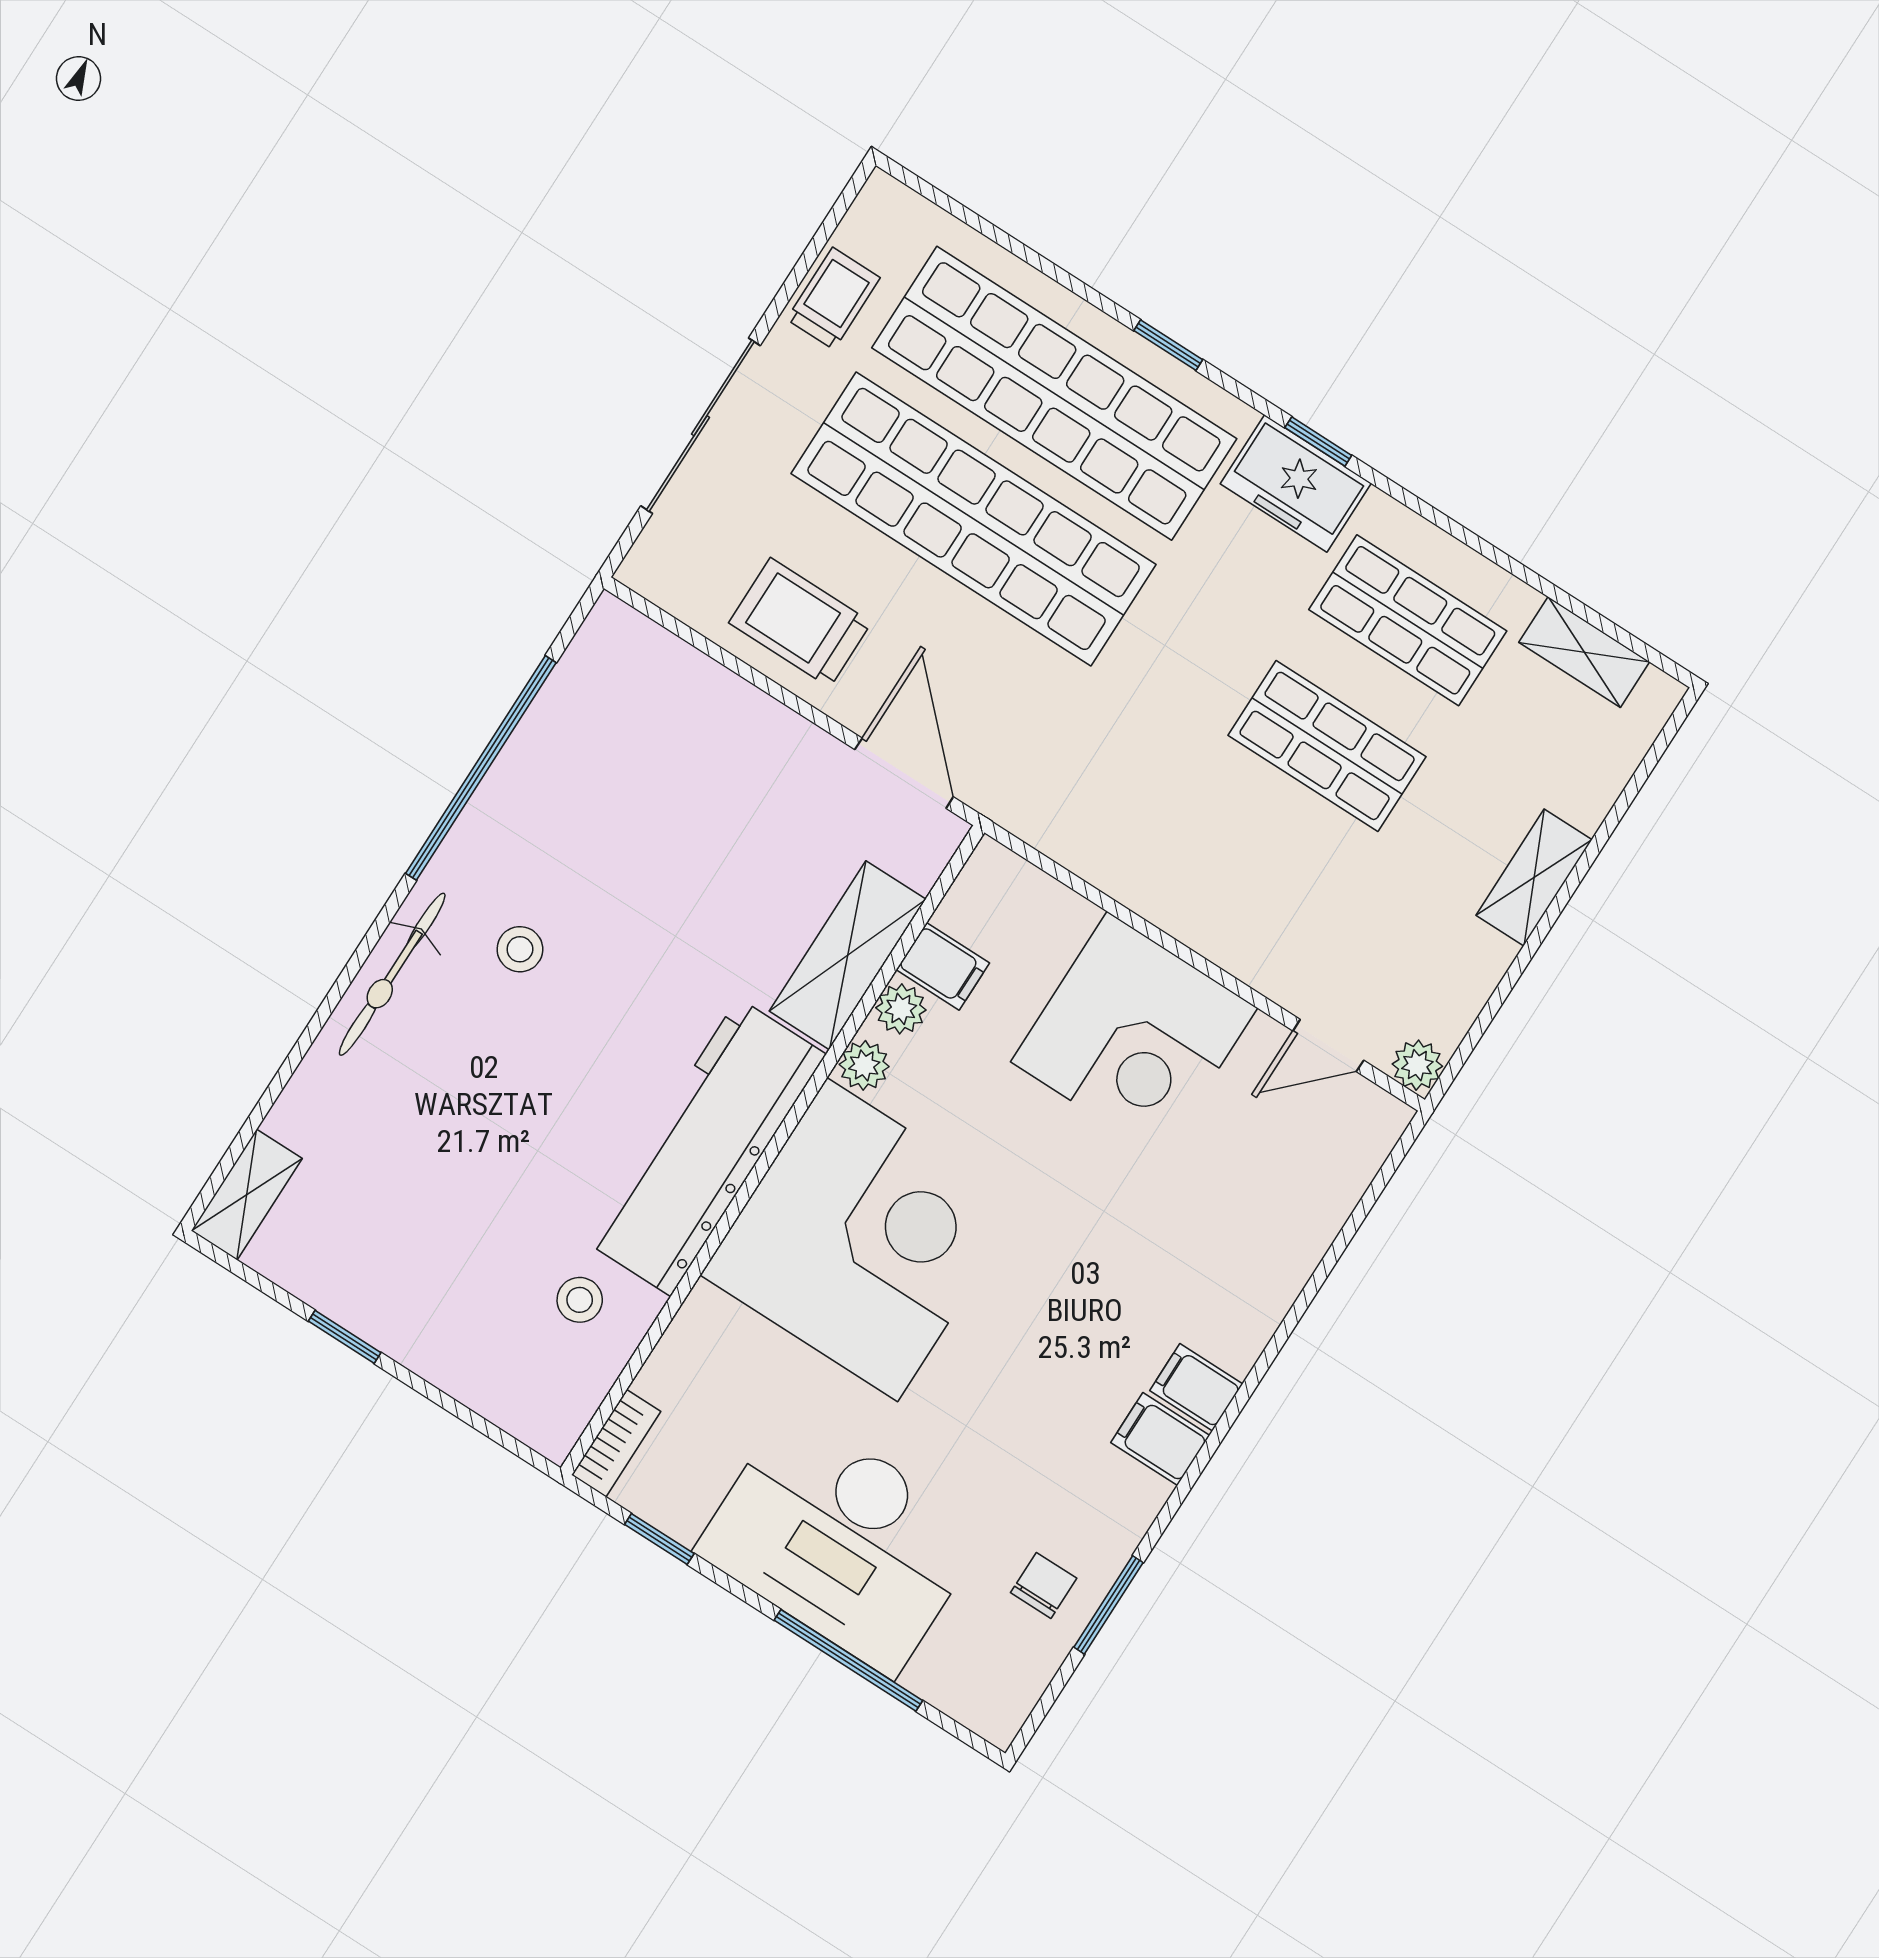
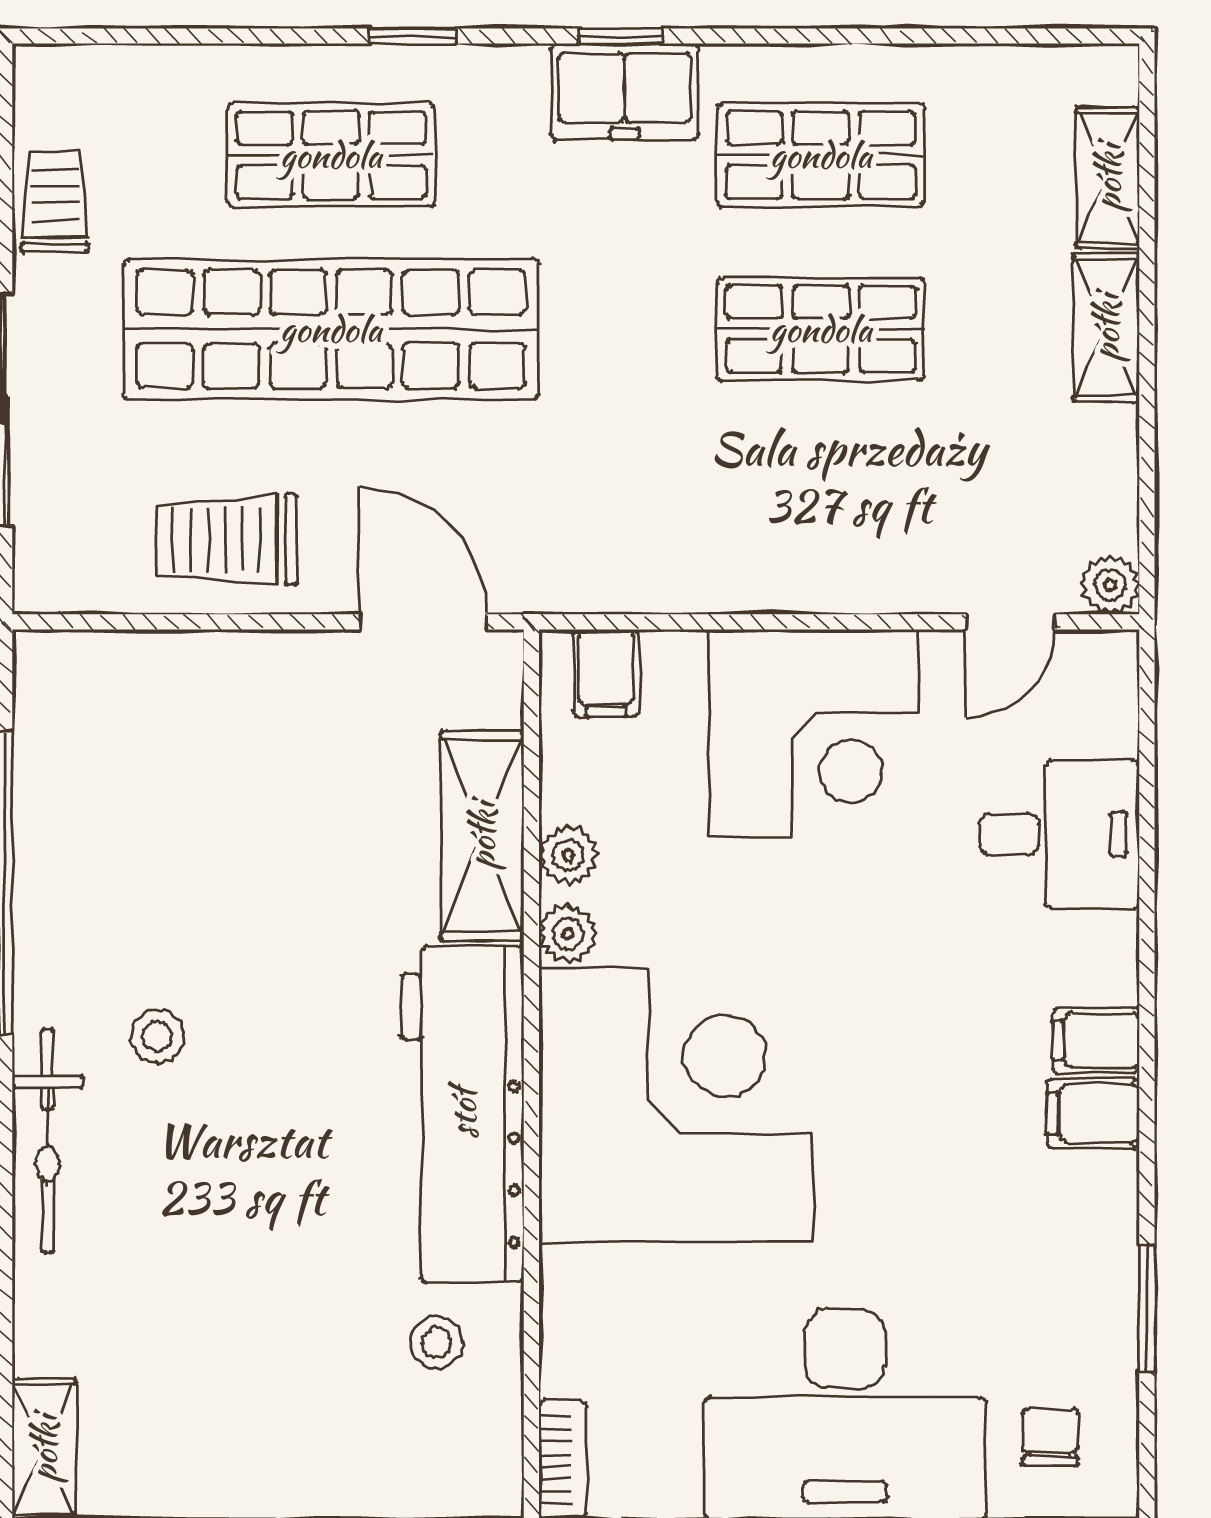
shop shelf: (1054, 393) -> (331, 155), width x0.50, depth x0.74
shelving: (1584, 652) -> (1108, 178), moved, turned 90
filing cabinet: (943, 966) -> (606, 673), moved, turned 90
desk: (1265, 1221) -> (1059, 834), added
chair: (1044, 1585) -> (1050, 1437), moved

